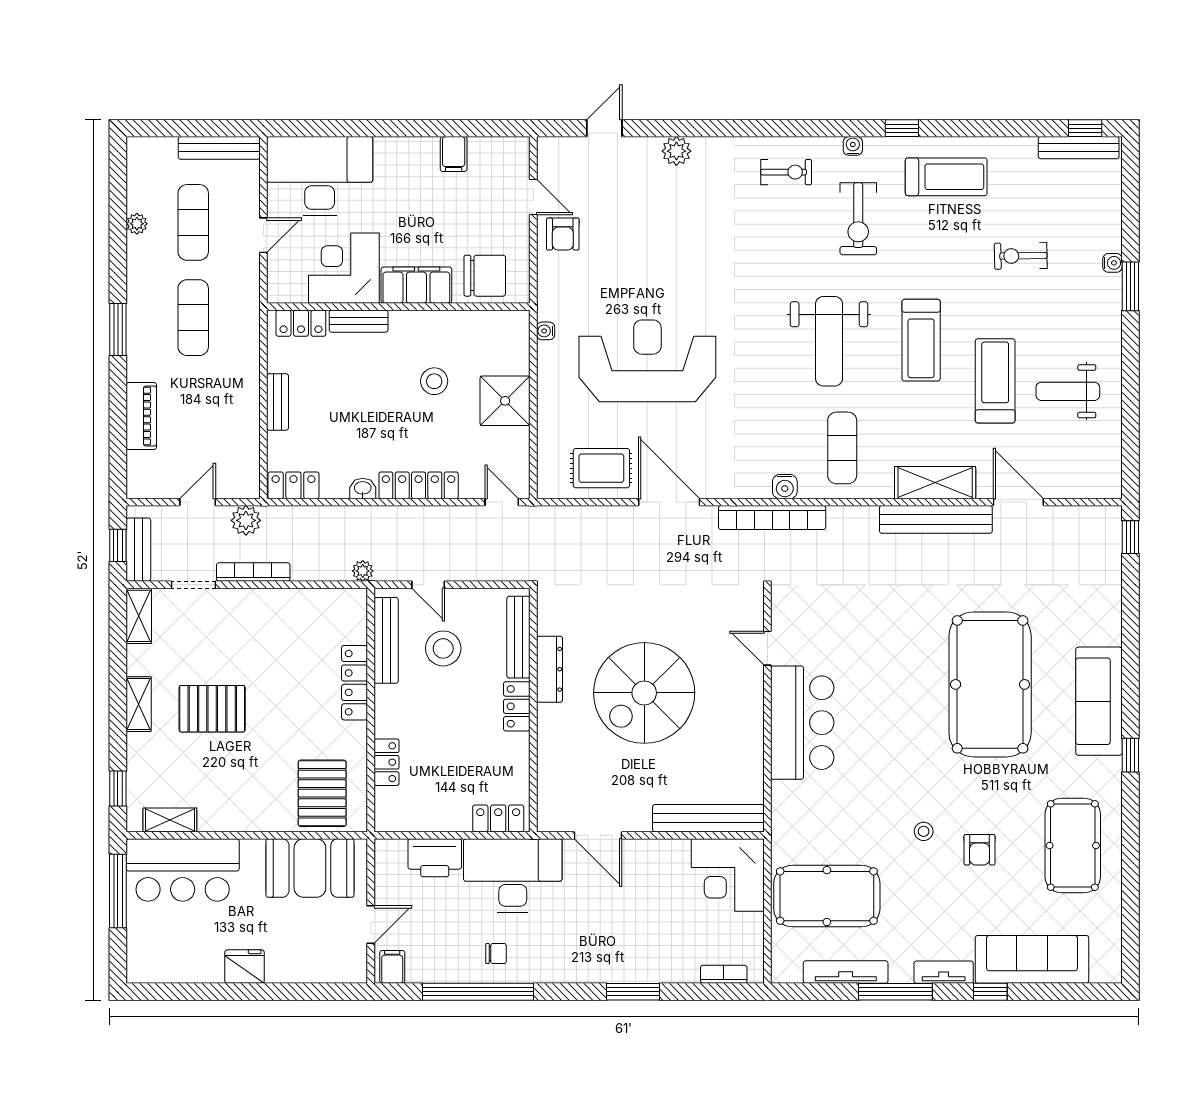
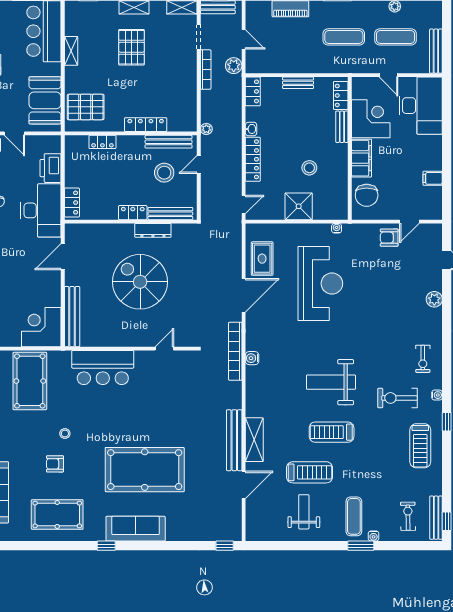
exercise bike: (1021, 256) -> (408, 516), moved
exercise mat: (842, 448) -> (354, 516), moved, turned 90
bar counter: (802, 723) -> (103, 368), moved
shelving: (170, 820) -> (71, 51), moved

